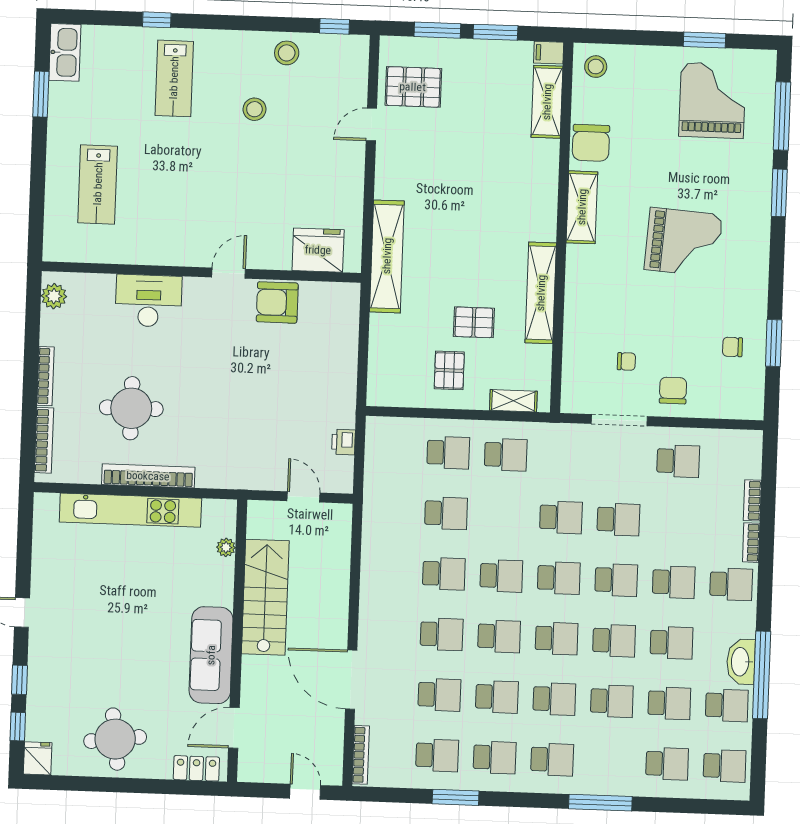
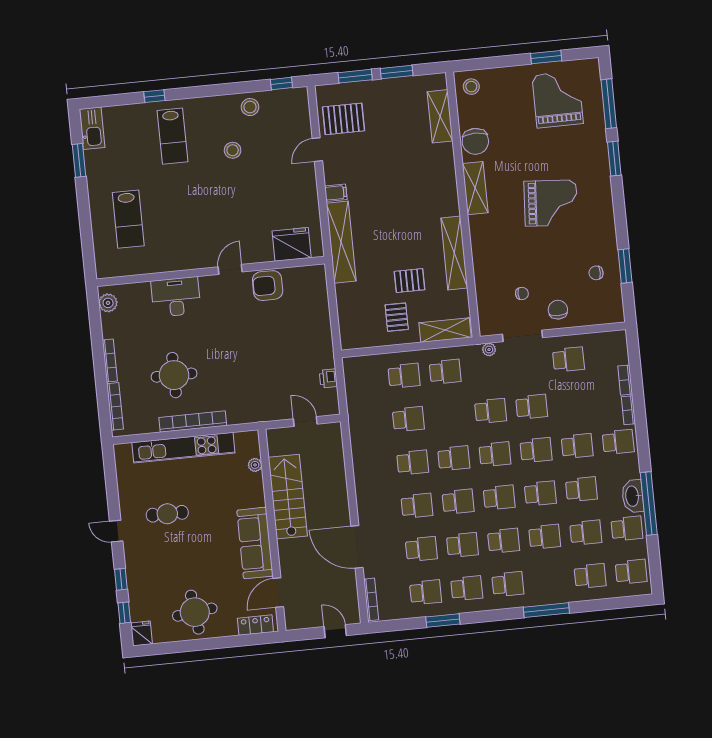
filing cabinet: (549, 53) -> (336, 193), moved, turned 180
shelving: (513, 401) -> (445, 330), width x1.50, depth x1.33
plant: (571, 432) -> (489, 350), added
cafe table: (96, 598) -> (167, 514), added

